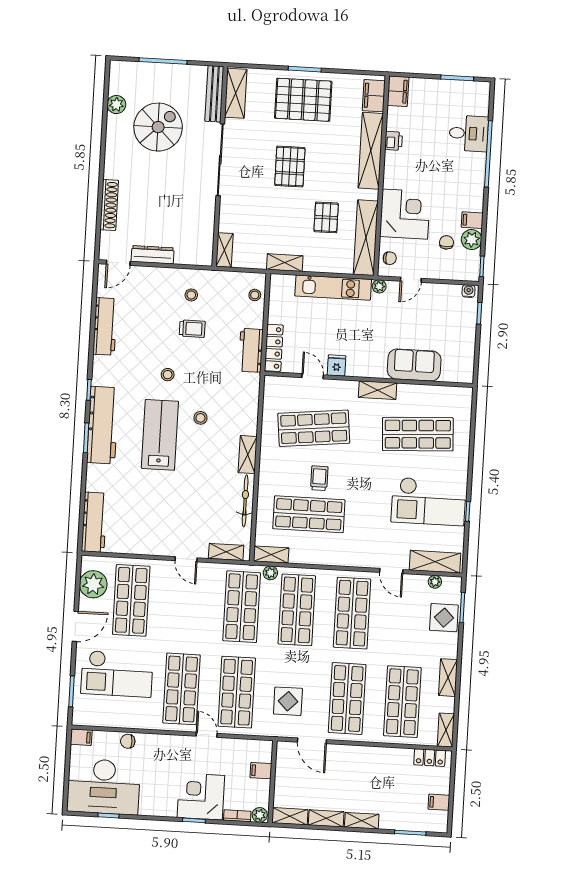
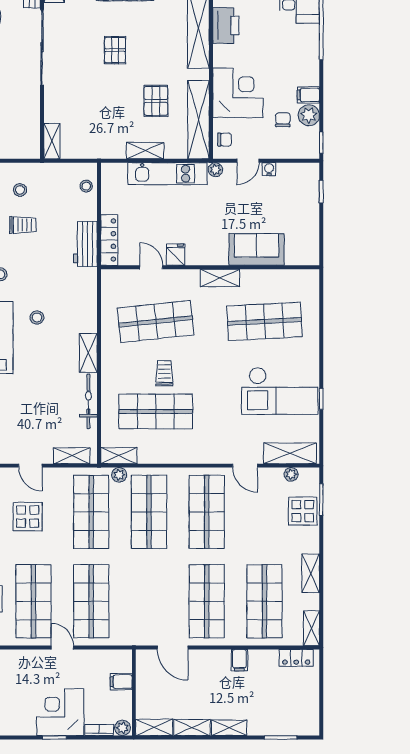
printer: (394, 141) -> (226, 25), width x1.87, depth x1.48
pallet: (290, 167) -> (115, 50), width x0.67, depth x0.71
shelving: (285, 263) -> (145, 151), moved
water cooler: (469, 291) -> (269, 169), moved
display table: (288, 701) -> (28, 517), moved
filing cabinet: (439, 802) -> (239, 660), moved, turned -90

